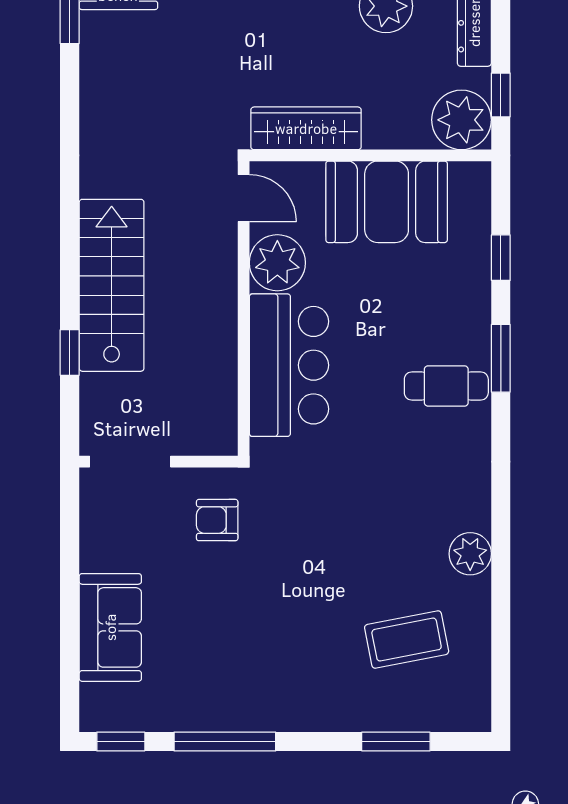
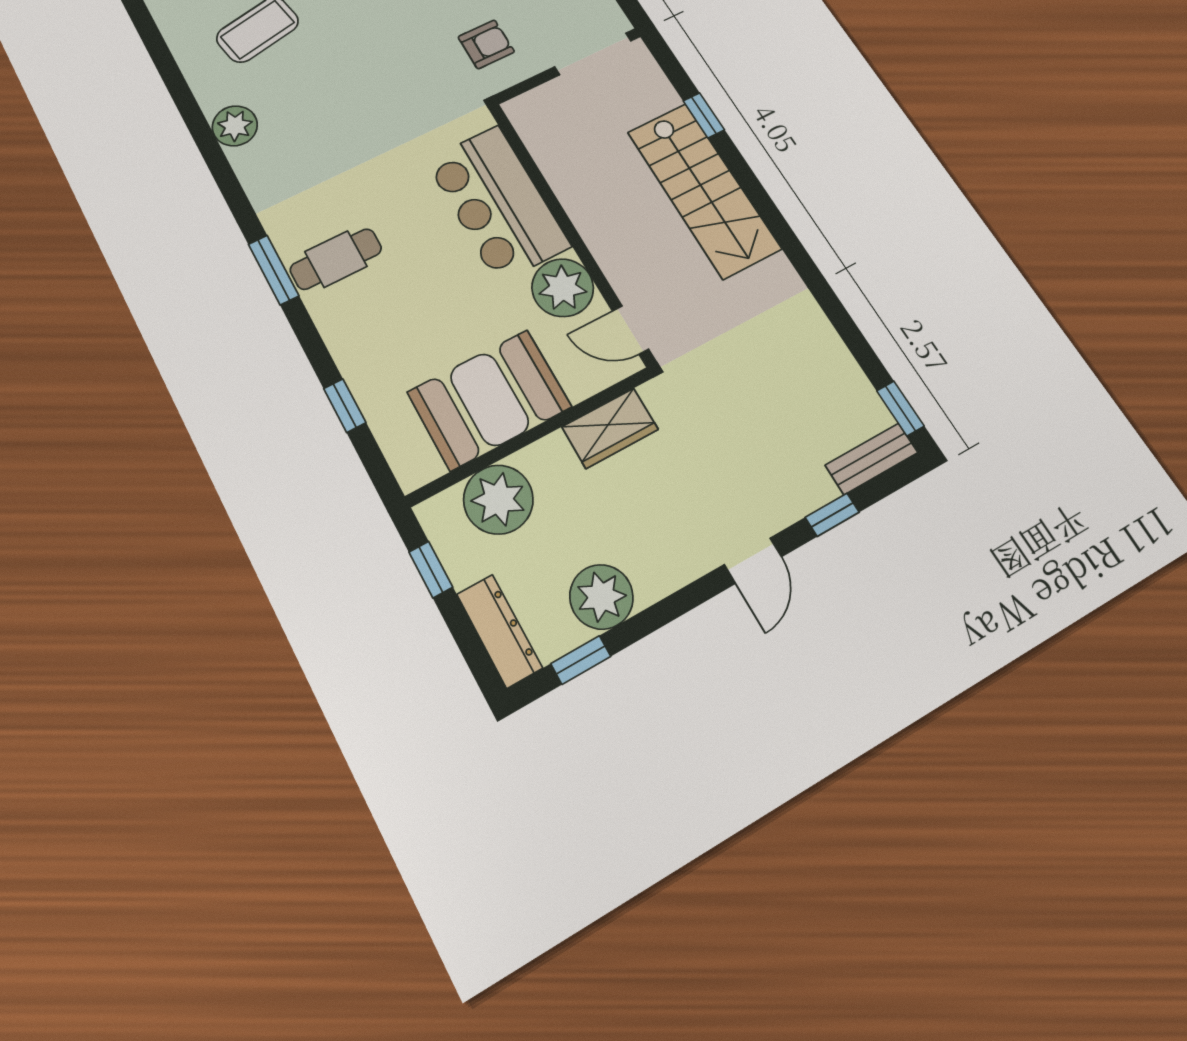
plant: (461, 120) -> (498, 499), moved
wardrobe: (306, 128) -> (610, 428), width x0.67
window: (501, 358) -> (274, 270), moved

